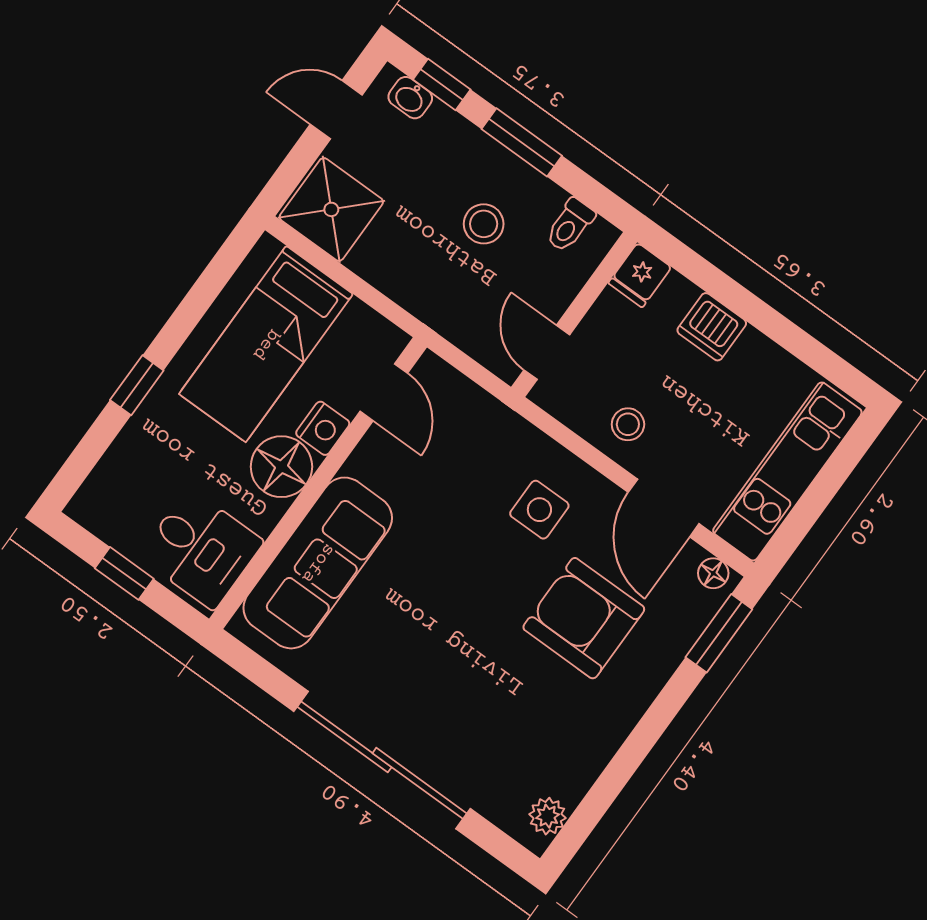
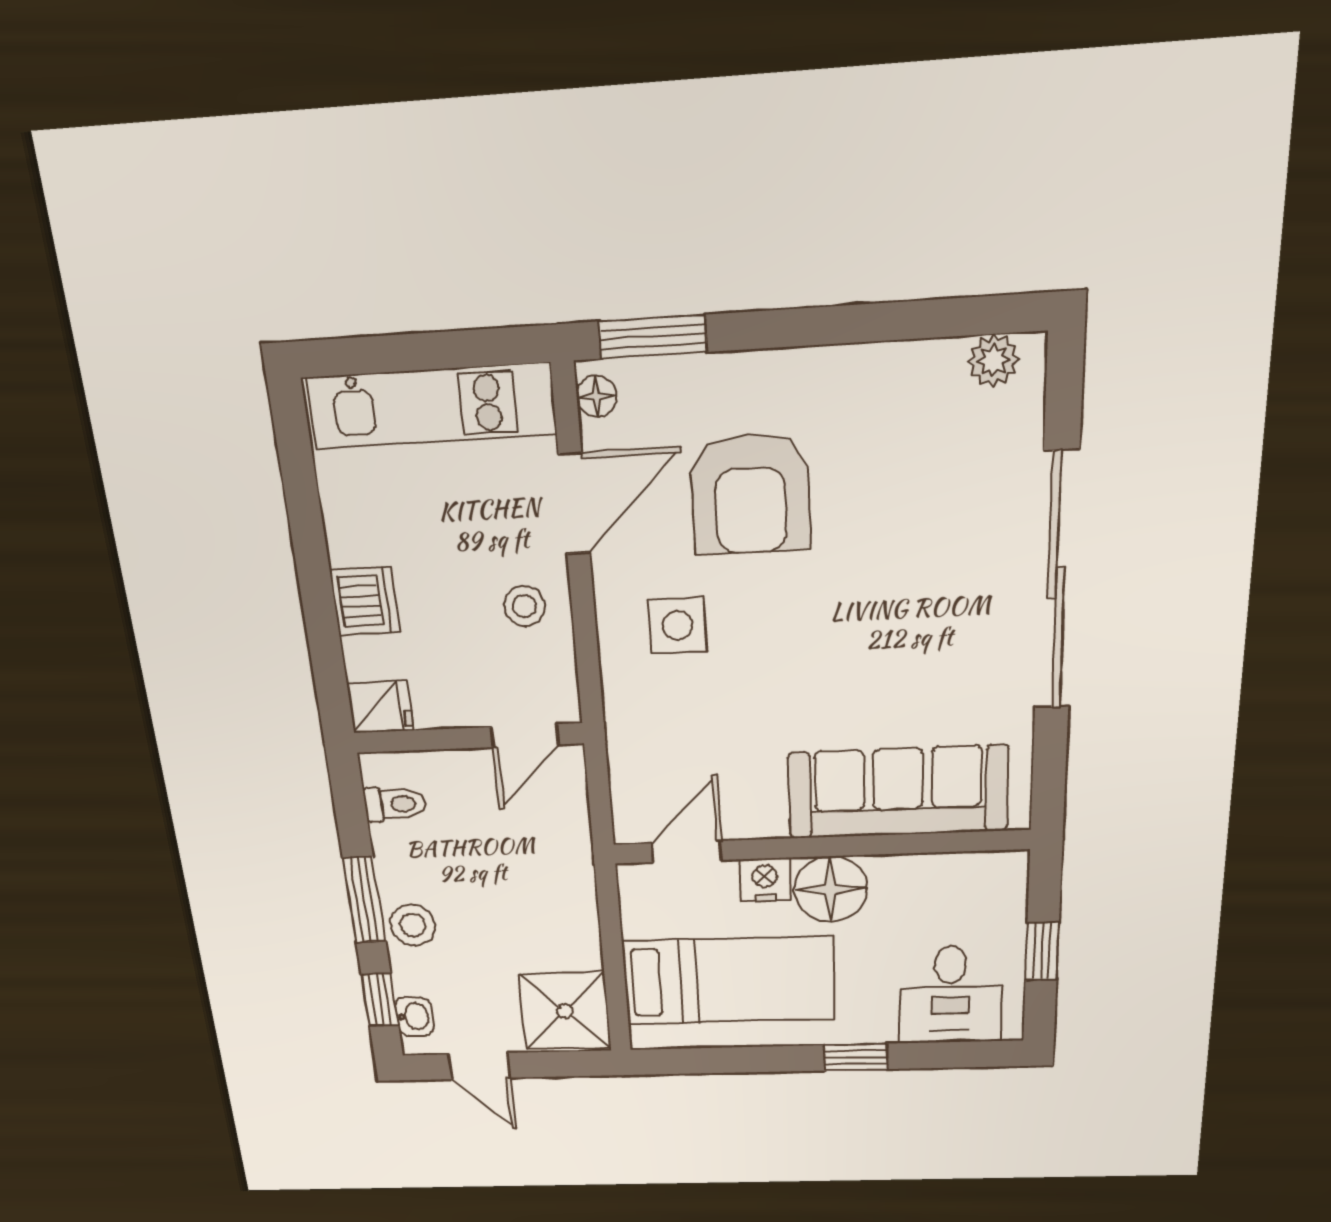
stool: (484, 224) -> (413, 925), moved
desk: (201, 549) -> (950, 995), moved, turned 180

